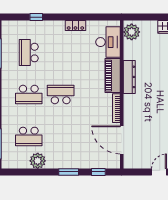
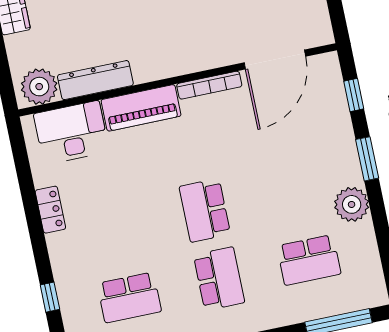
dresser: (129, 77) -> (95, 80), moved
school desk: (29, 136) -> (309, 260), turned 90
plant: (38, 161) -> (352, 204), moved

